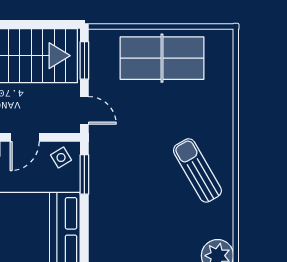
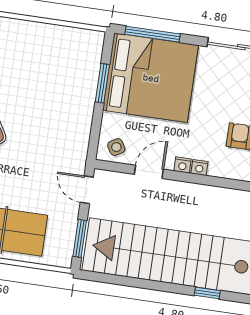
window: (84, 174) -> (102, 83), moved

